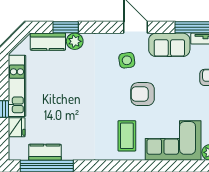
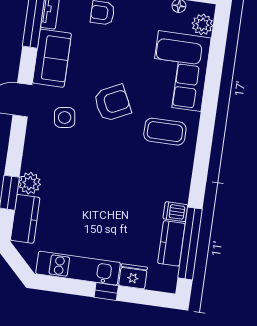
armchair: (143, 94) -> (112, 103), turned -116
dishwasher: (69, 152) -> (175, 212), added

